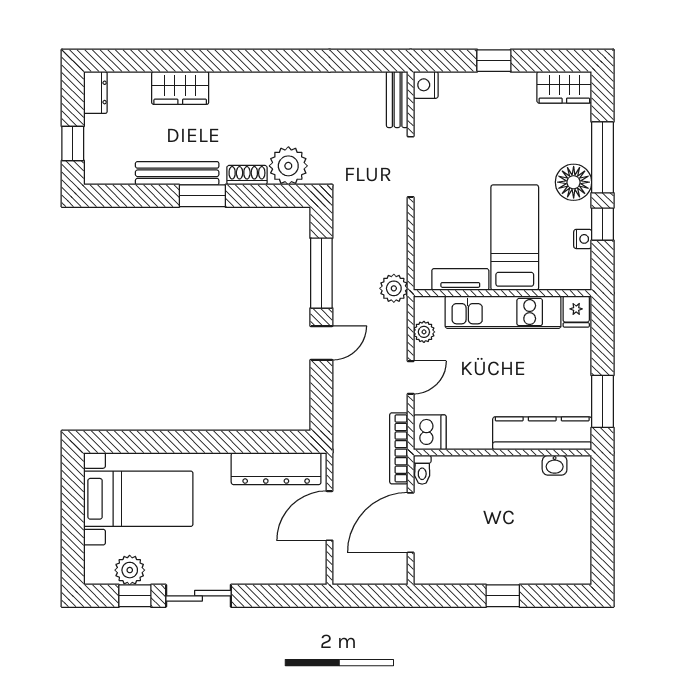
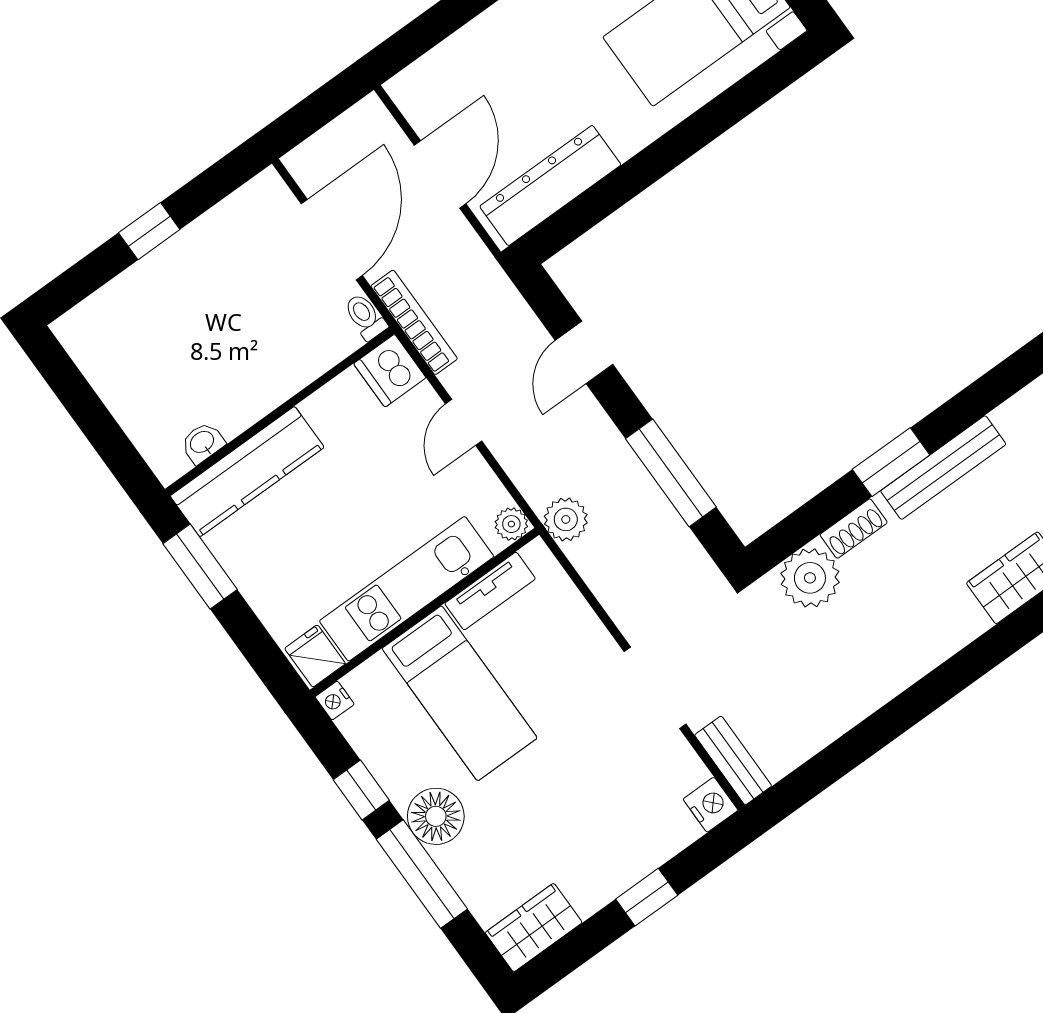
nightstand: (583, 239) -> (335, 701), moved
plant: (424, 332) -> (511, 524), moved
door: (321, 343) -> (584, 352), moved

